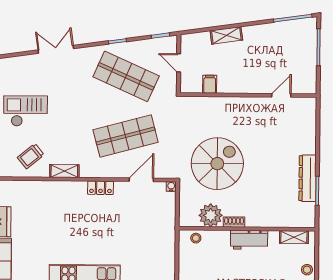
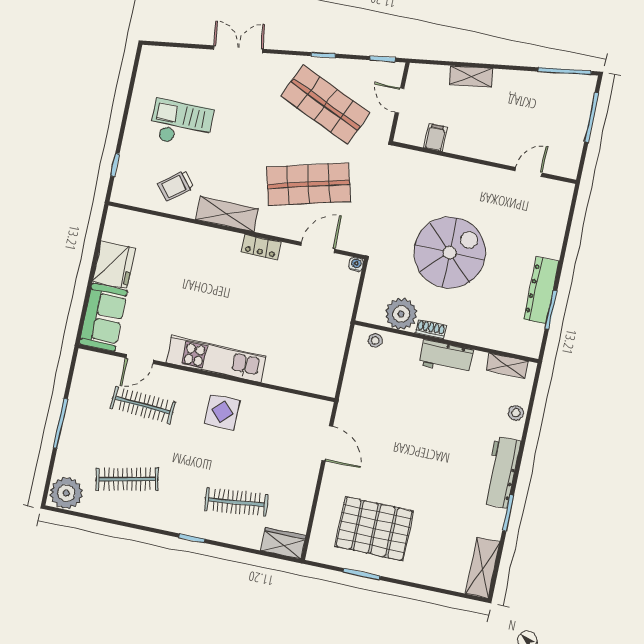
spiral stairs: (217, 164) -> (450, 252), moved
shelving: (64, 171) -> (227, 214), width x1.50, depth x1.33

